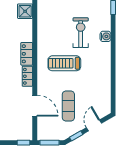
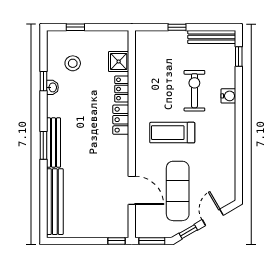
locker: (27, 76) -> (122, 89), moved
exercise mat: (68, 106) -> (178, 191), width x1.36, depth x1.45

